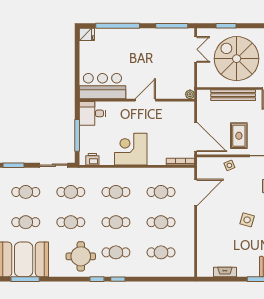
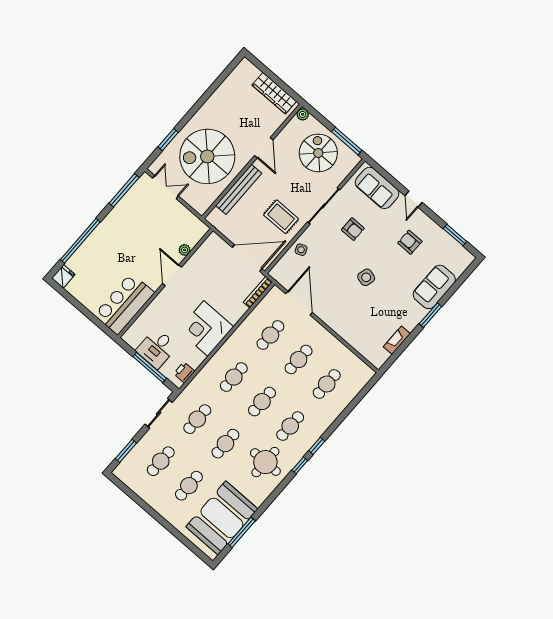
plant: (190, 94) -> (185, 250), moved
desk: (92, 113) -> (157, 348), moved

